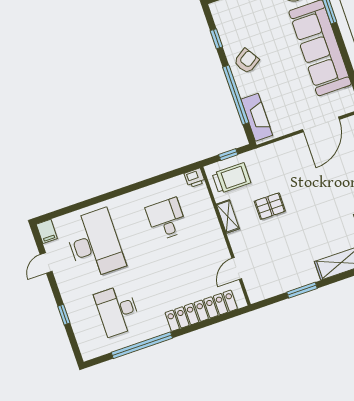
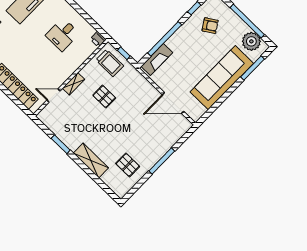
armchair: (247, 61) -> (210, 26), moved
shelving: (228, 216) -> (74, 84), moved
desk: (166, 219) -> (62, 34), turned 180

